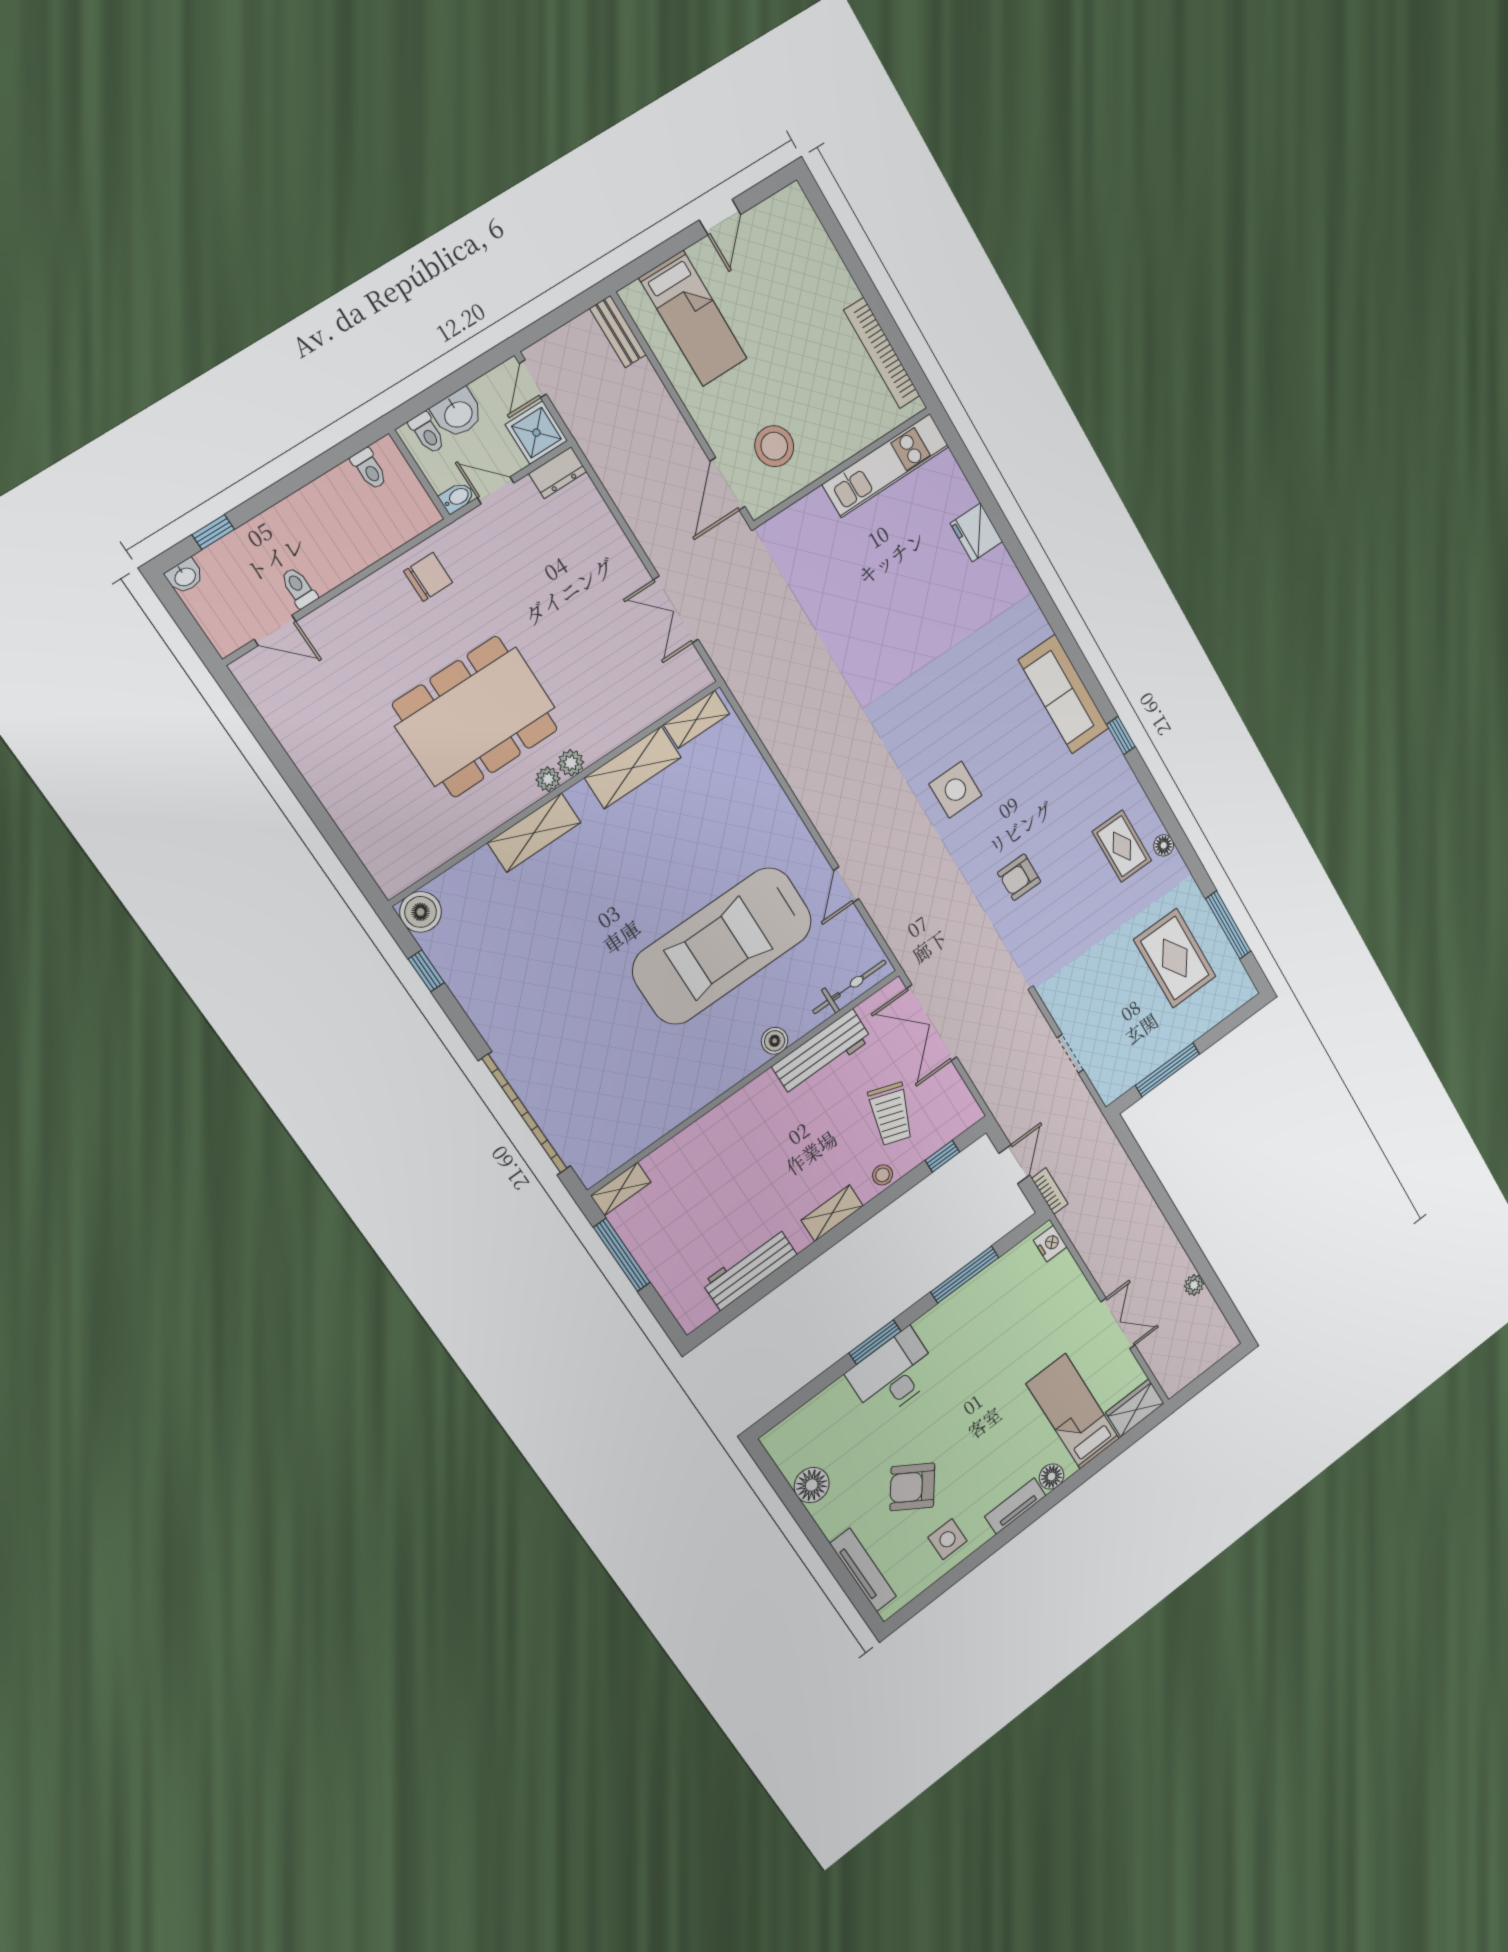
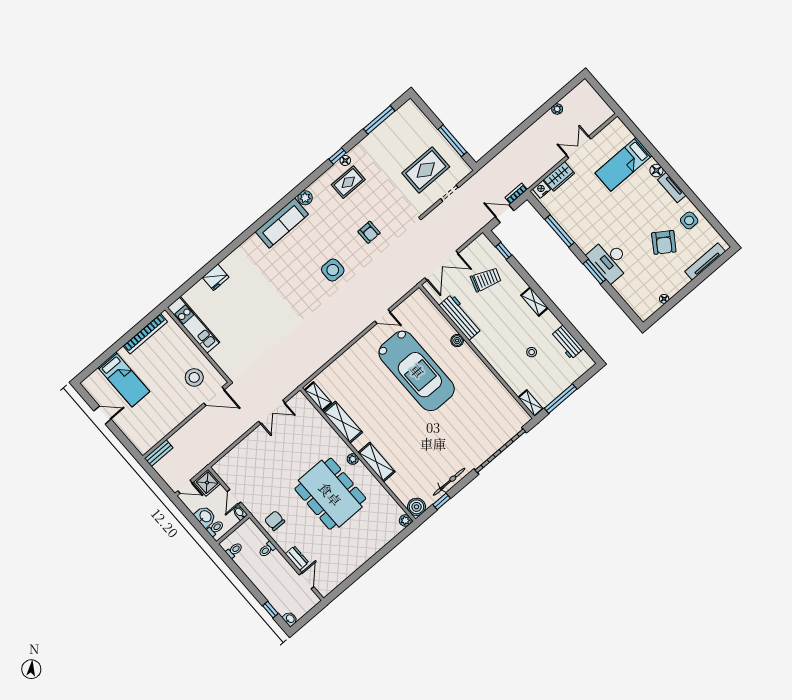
bed: (693, 318) -> (124, 380), moved, turned 90
dresser: (558, 473) -> (297, 558), moved
toilet: (299, 588) -> (267, 549), moved
window: (1121, 736) -> (337, 156), moved
plant: (1105, 751) -> (305, 198), added
plant: (571, 763) -> (405, 521), moved
rug: (1175, 958) -> (426, 170), moved
bicycle: (849, 987) -> (449, 482), moved, turned 90
stool: (883, 1175) -> (532, 352), moved
workbench: (750, 1269) -> (567, 342), width x0.73
wardrobe: (1135, 1408) -> (559, 176), moved, turned -90
floor lamp: (812, 1485) -> (664, 299), width x0.53, depth x0.53

